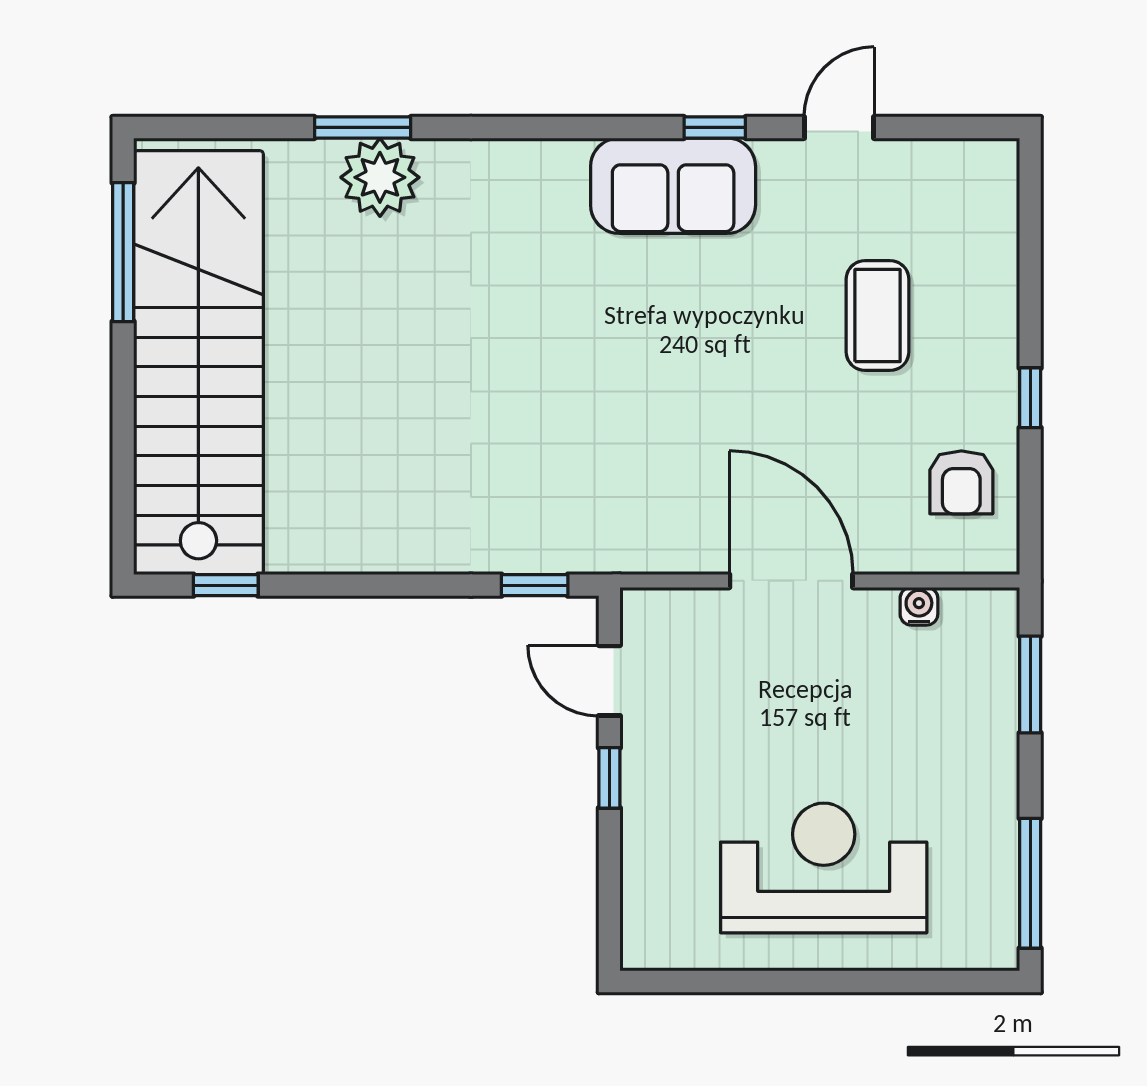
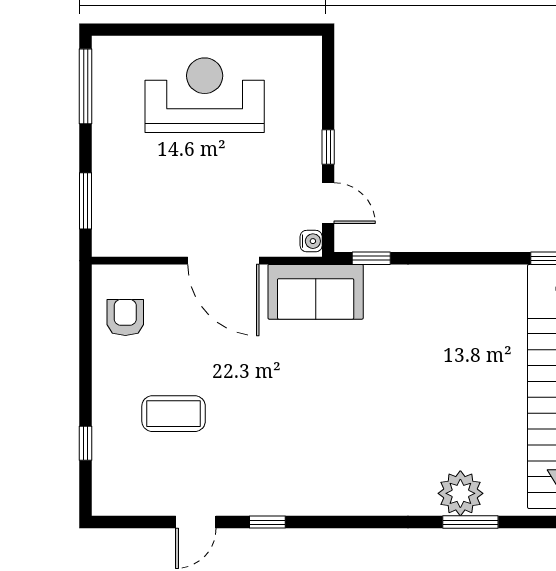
sofa: (673, 186) -> (316, 292), moved, turned 180
coffee table: (878, 316) -> (174, 414), turned 90
window: (1030, 398) -> (86, 443), moved
water cooler: (919, 606) -> (311, 241), moved, turned -90
reception desk: (824, 868) -> (205, 95), turned 180

